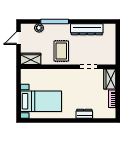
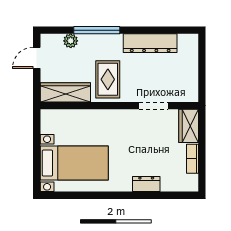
wardrobe: (31, 59) -> (65, 92), width x1.50

